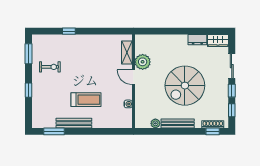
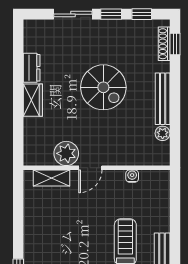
wardrobe: (218, 40) -> (33, 100), moved
spiral stairs: (185, 86) -> (103, 87), width x0.73, depth x0.73

